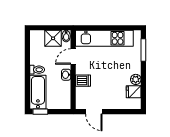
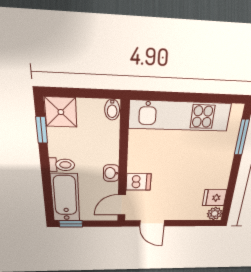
shower: (53, 38) -> (61, 112), moved
window: (27, 49) -> (42, 130), added
door: (73, 57) -> (122, 205), moved
plant: (136, 79) -> (215, 214), moved

